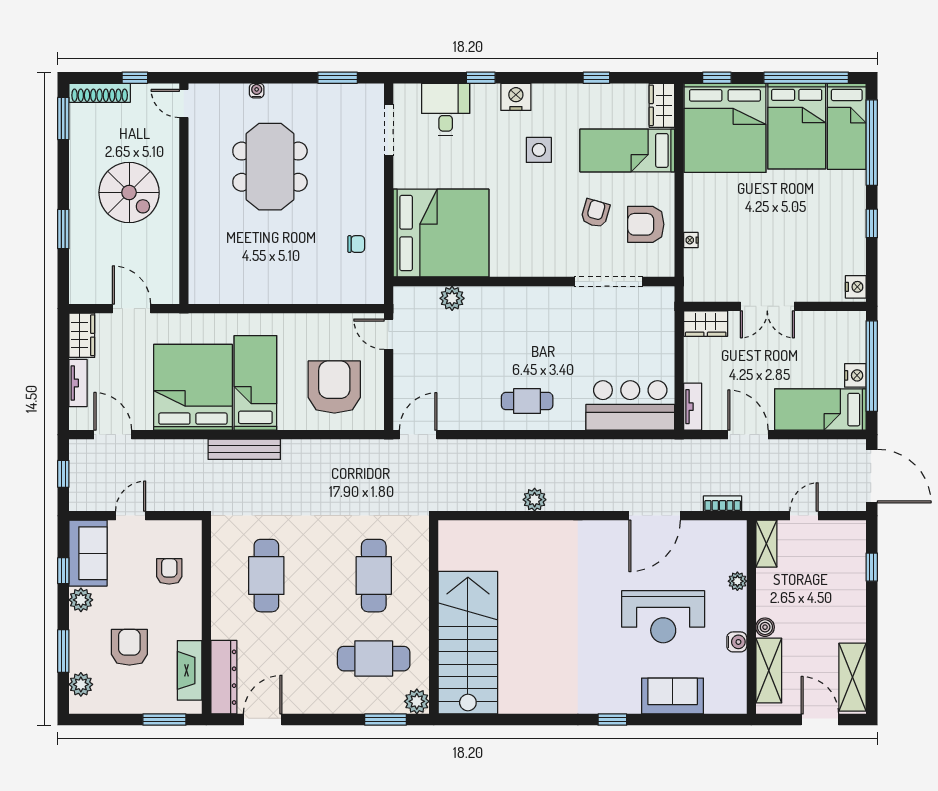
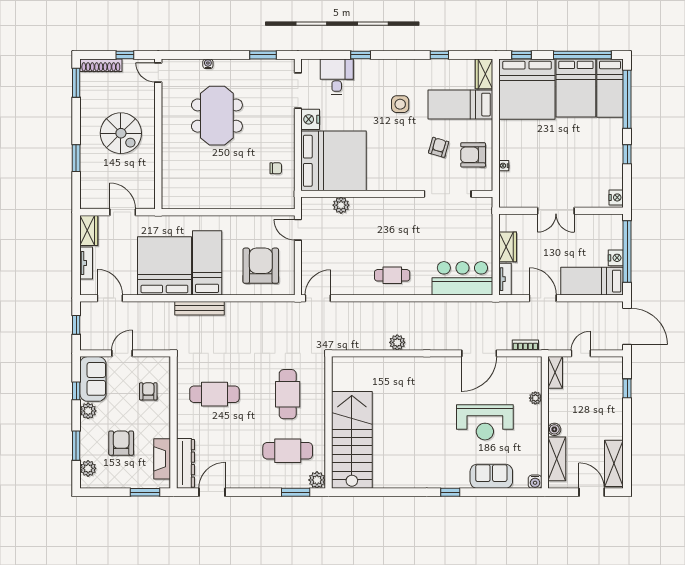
nightstand: (516, 97) -> (310, 119), moved, turned -90
wardrobe: (706, 324) -> (508, 247), moved, turned -90
cafe table: (266, 576) -> (214, 394), turned 90
water cooler: (737, 642) -> (535, 482), moved, turned 90

